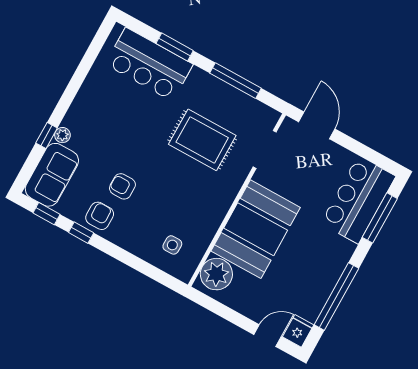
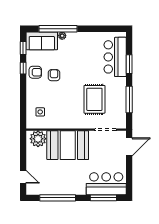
window: (47, 136) -> (58, 29), width x3.17
fridge: (298, 331) -> (33, 189), removed

